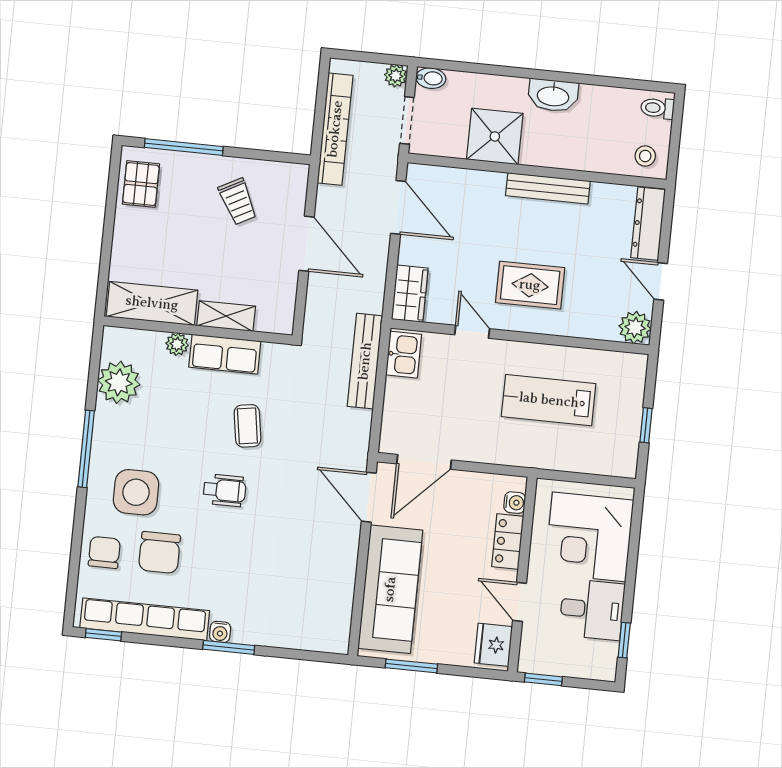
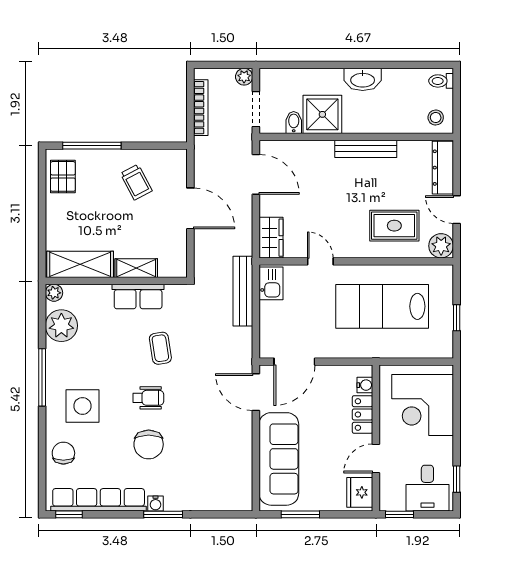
bidet: (431, 78) -> (294, 122), moved, turned -90
bookcase: (335, 129) -> (201, 108), width x0.68, depth x0.76
rug: (530, 285) -> (394, 226), moved
plant: (177, 344) -> (54, 293), moved
lab bench: (549, 400) -> (382, 306), width x1.36, depth x1.39
chair: (159, 553) -> (149, 444), moved
door: (519, 602) -> (376, 459), hinge flipped
desk: (592, 609) -> (427, 488), moved, turned 90

